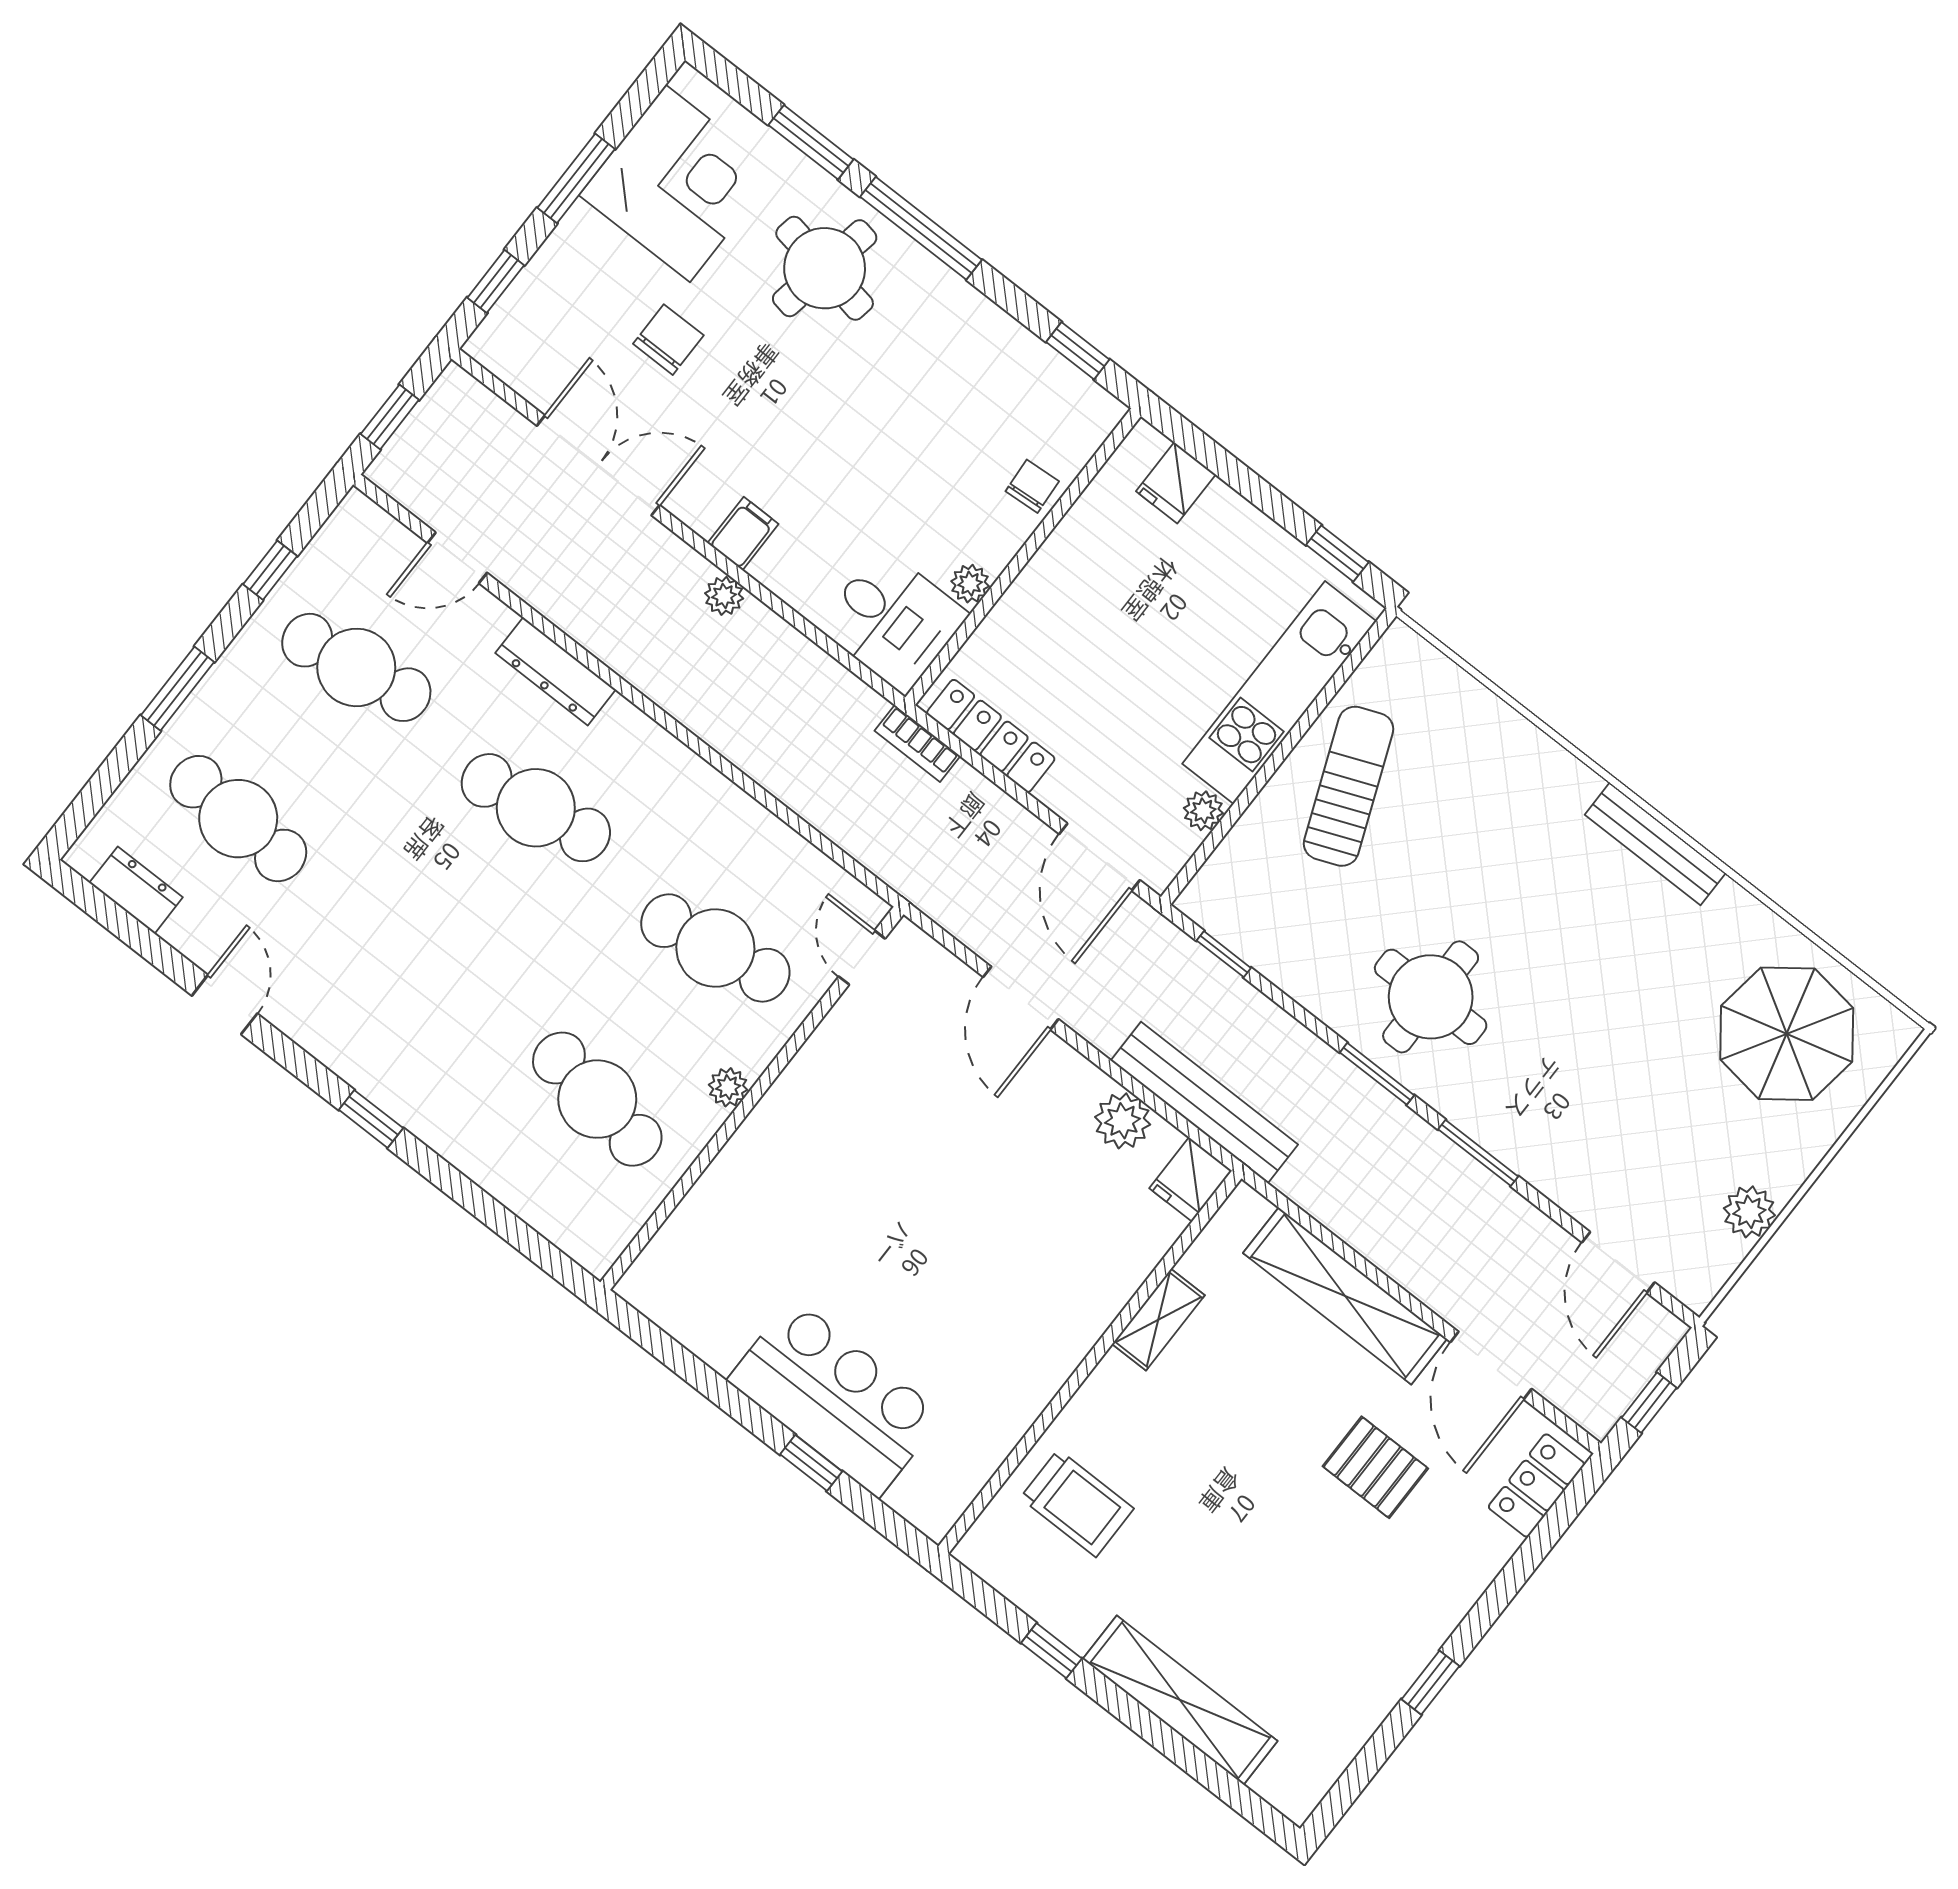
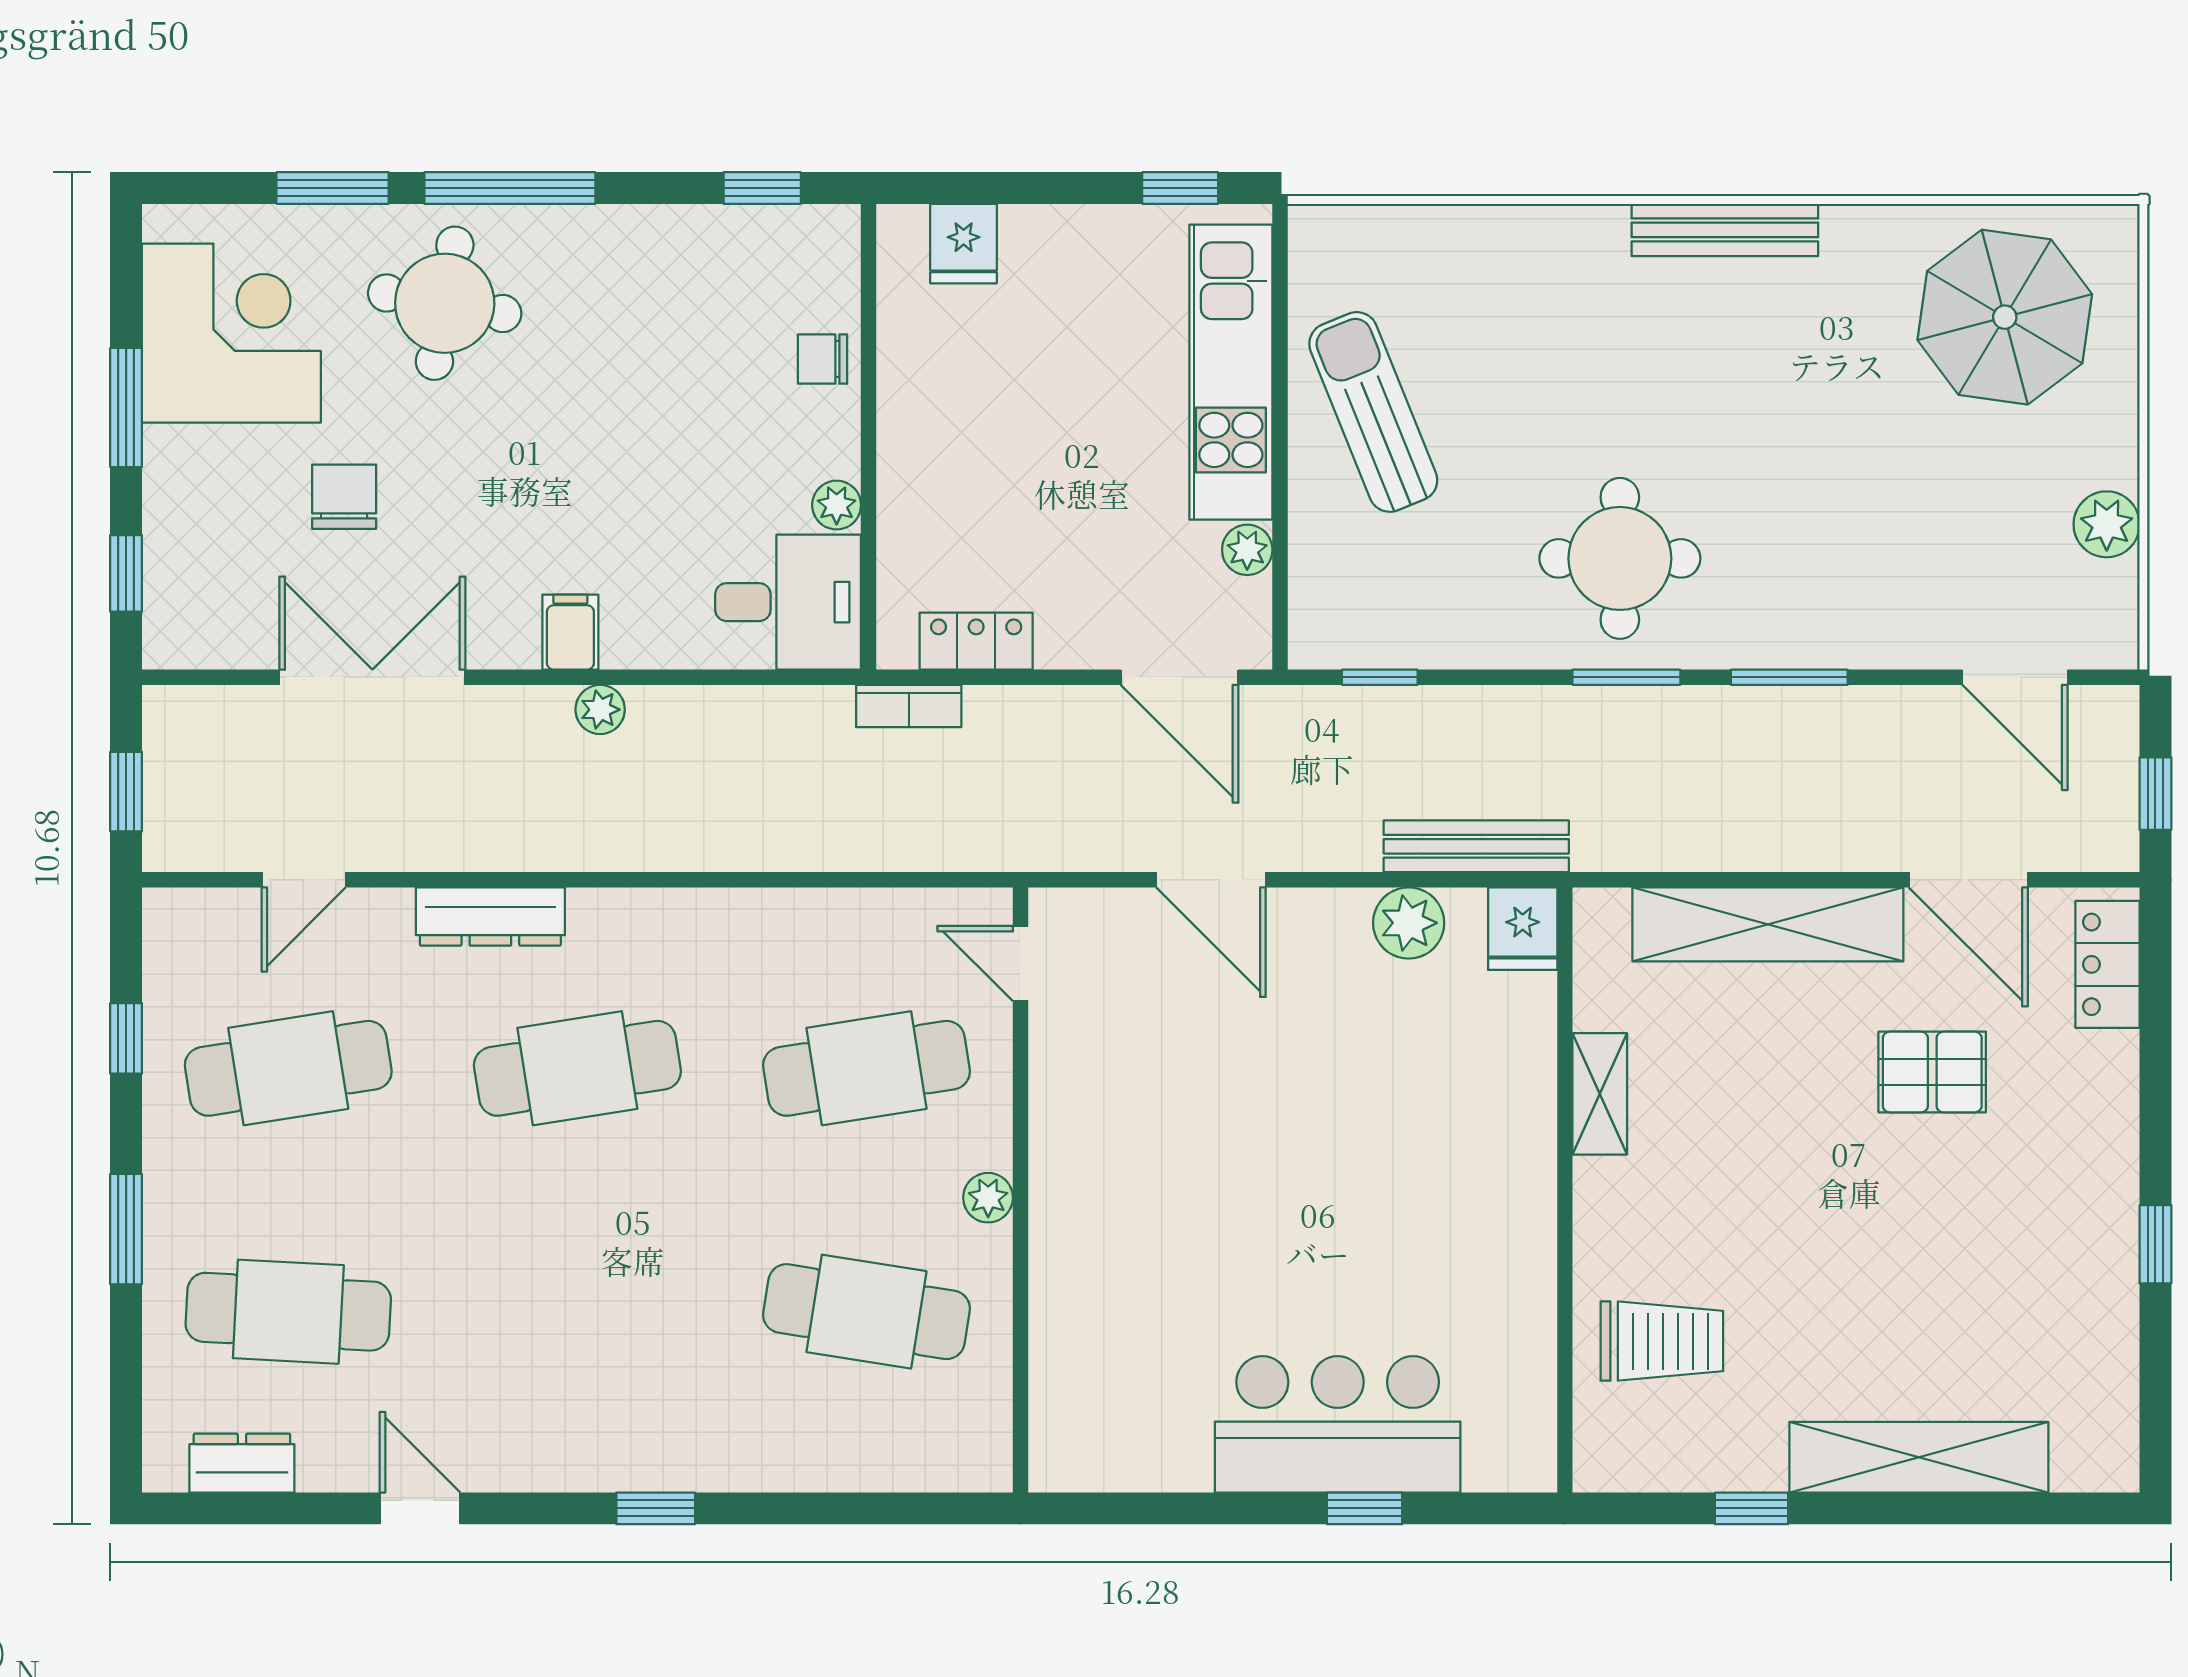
chair: (1032, 486) -> (823, 359), turned -86
locker: (991, 736) -> (976, 641), width x0.66
bench: (1204, 1103) -> (1476, 846), width x0.73, depth x0.82

